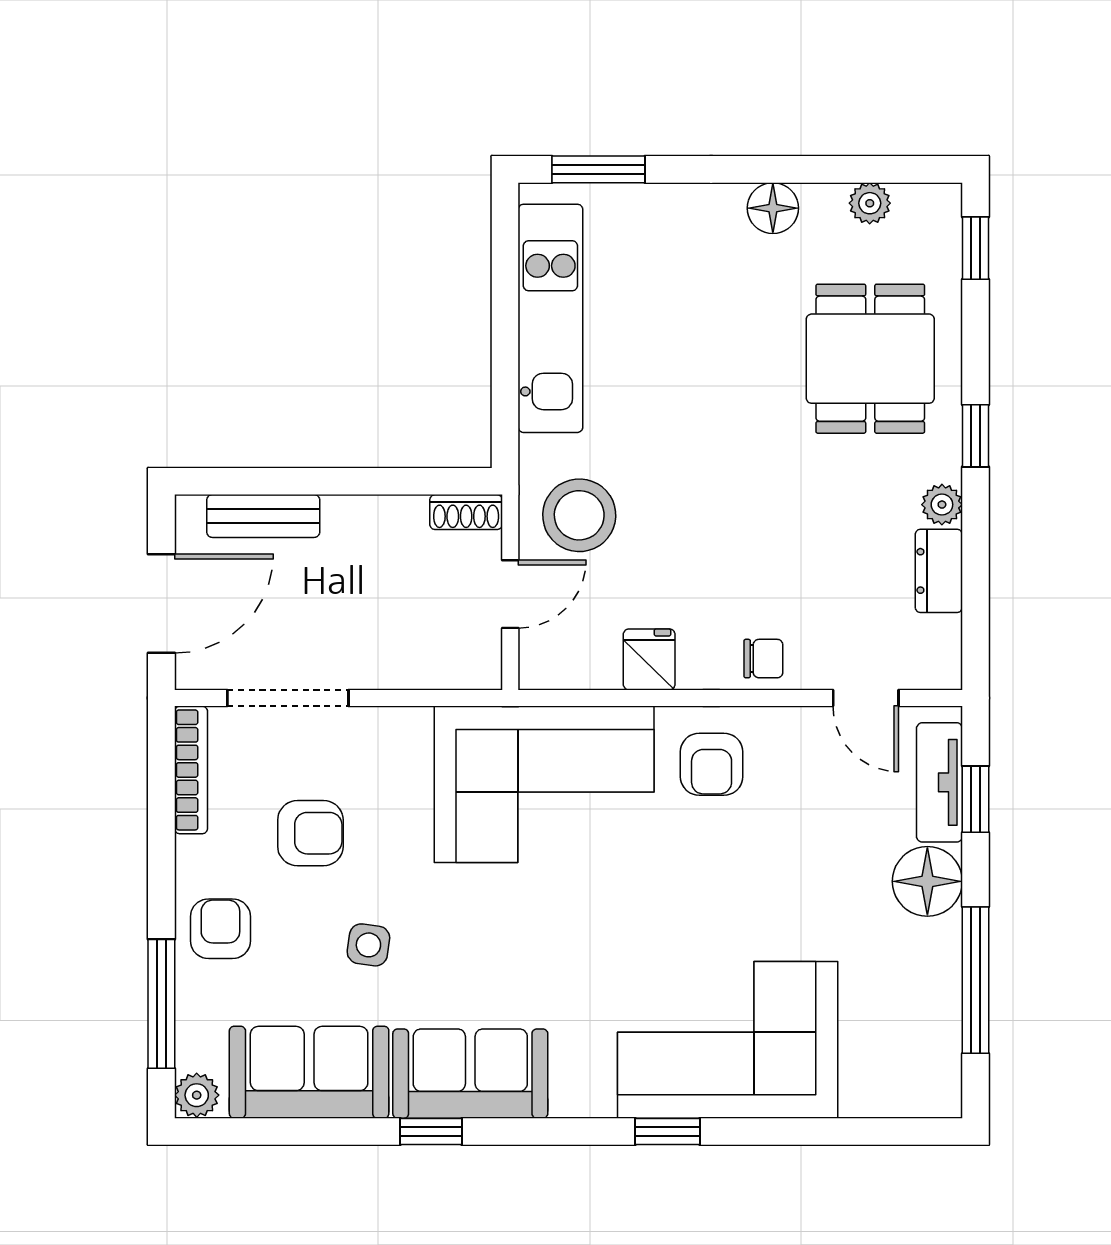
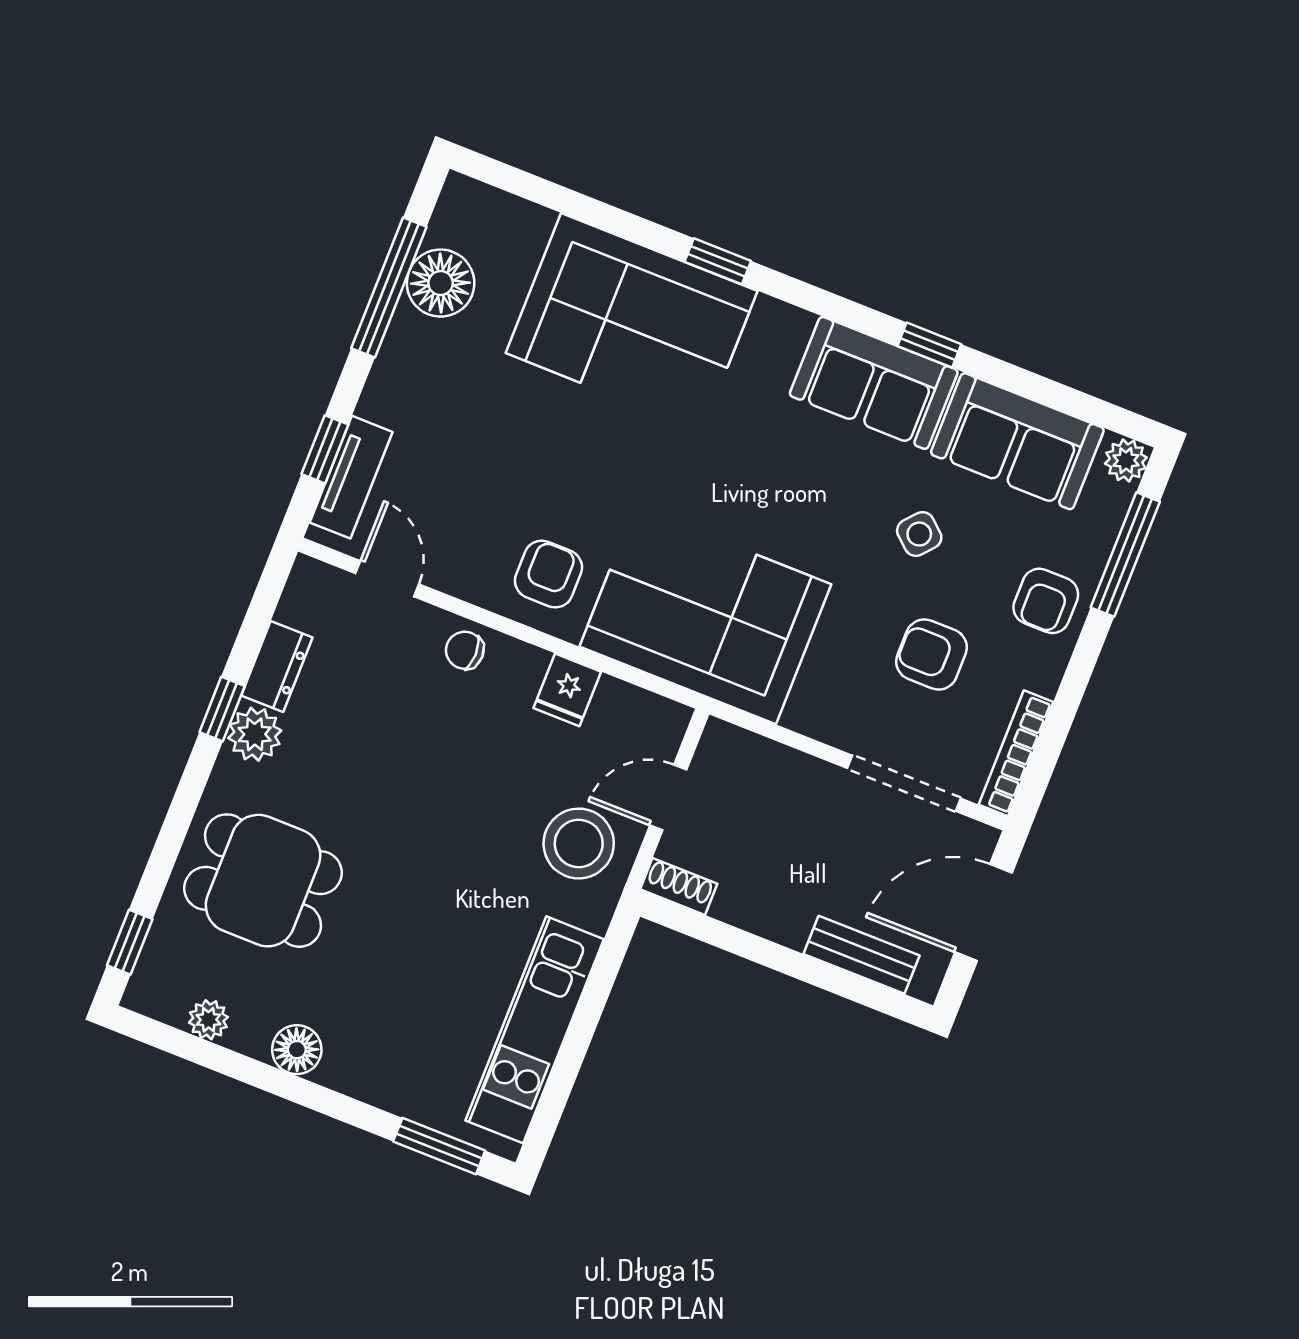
dining table: (870, 359) -> (263, 881), turned 90
window: (976, 436) -> (222, 709), moved
plant: (942, 505) -> (255, 734), width x1.38, depth x1.38
floor lamp: (927, 881) -> (441, 283), moved
side table: (368, 945) -> (919, 534), turned 33

